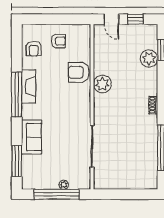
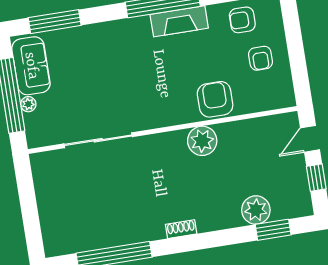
sofa: (31, 137) -> (31, 66), moved, turned -90

